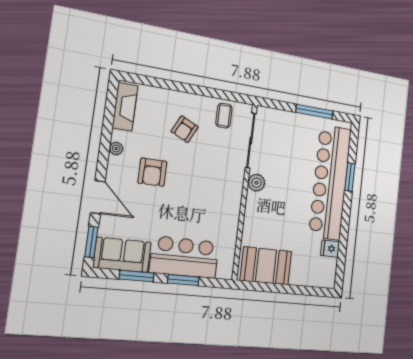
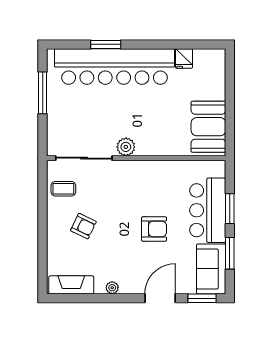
armchair: (152, 172) -> (154, 229), moved

